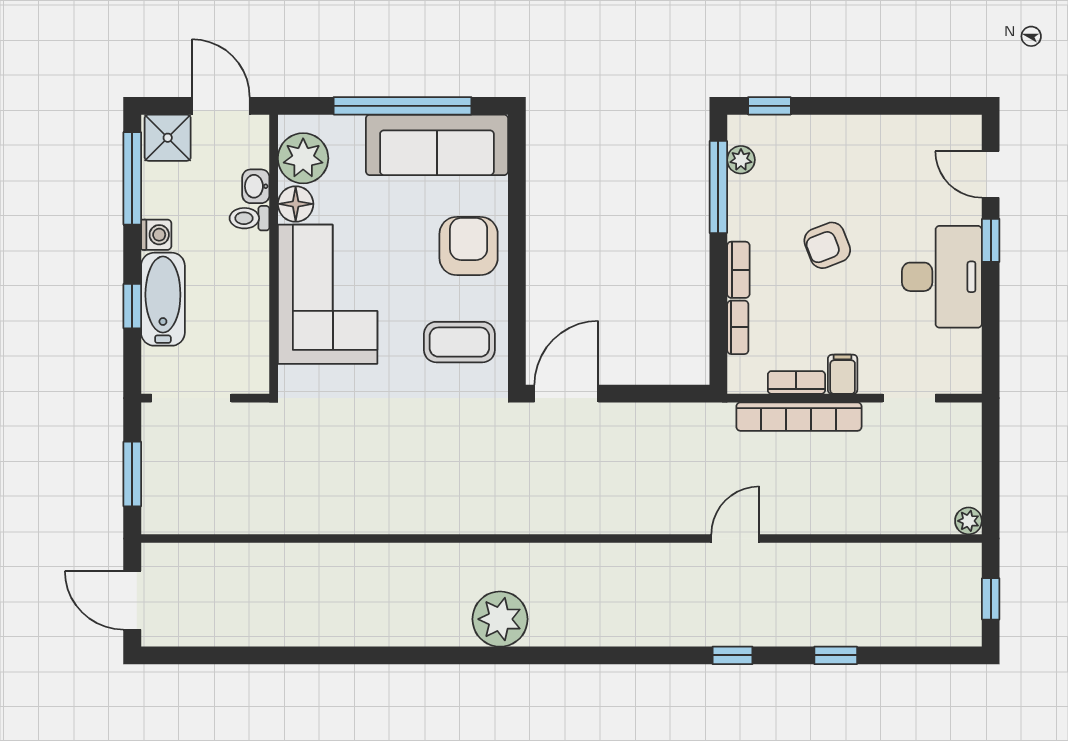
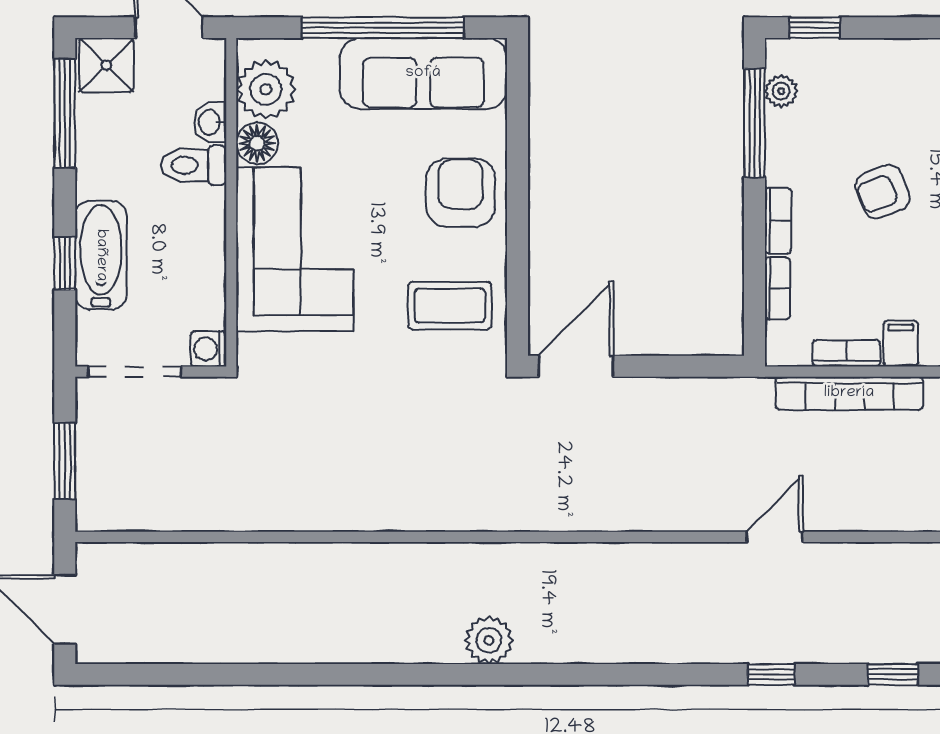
toilet: (250, 218) -> (194, 165), width x1.37, depth x1.39
washing machine: (156, 235) -> (208, 349), moved, turned 180
plant: (500, 619) -> (489, 640), width x0.73, depth x0.73

